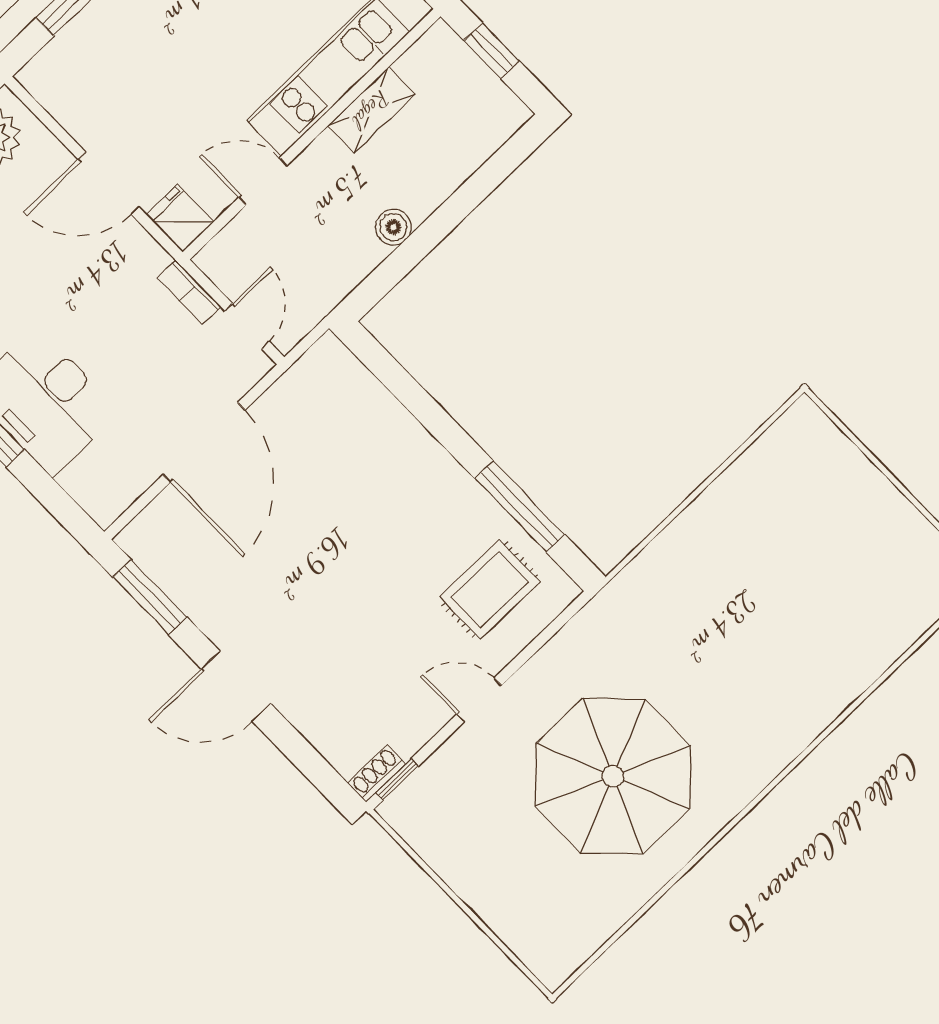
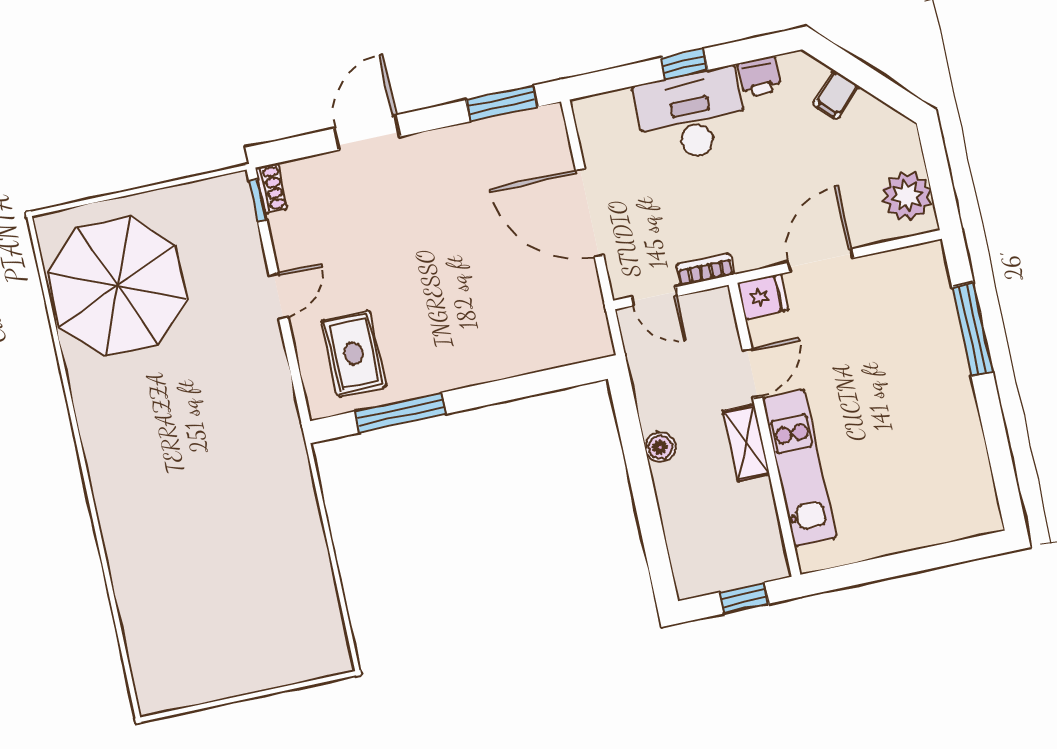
shelving: (371, 110) -> (746, 443), moved
door: (236, 686) -> (367, 132), moved
parasol: (613, 776) -> (117, 286), moved

